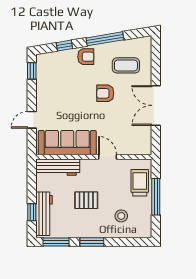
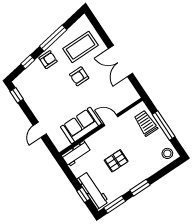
coffee table: (126, 65) -> (81, 47), width x1.36, depth x1.32
sofa: (67, 143) -> (81, 125), width x0.73
workbench: (58, 167) -> (76, 154), width x0.73
stool: (121, 216) -> (167, 153), moved

